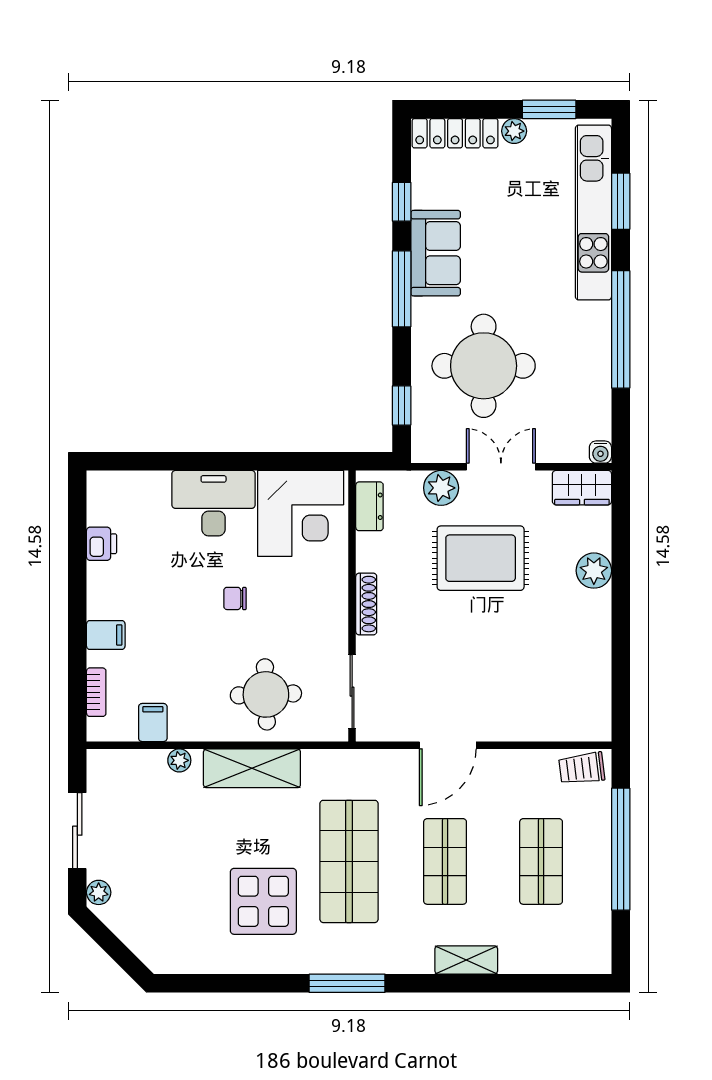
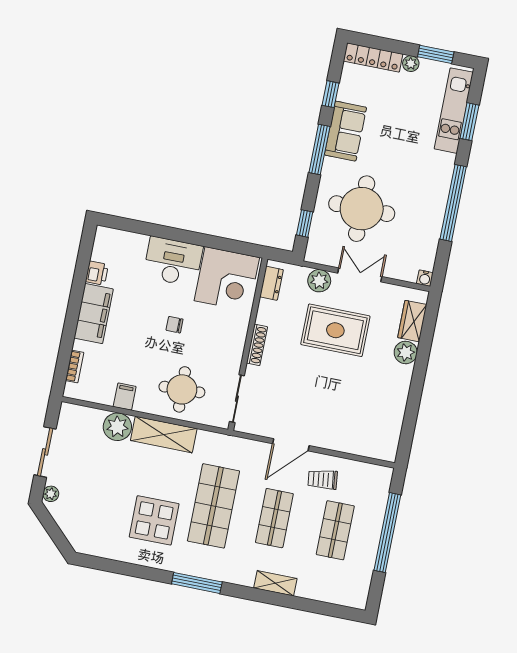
kitchen unit: (593, 213) -> (454, 111), width x0.73
wardrobe: (582, 488) -> (412, 321), moved, turned 90
filing cabinet: (106, 635) -> (94, 314), width x3.00, depth x1.17
filing cabinet: (153, 723) -> (125, 397), moved
plant: (179, 760) -> (117, 427), width x1.87, depth x1.87
trolley: (582, 768) -> (323, 479), moved

